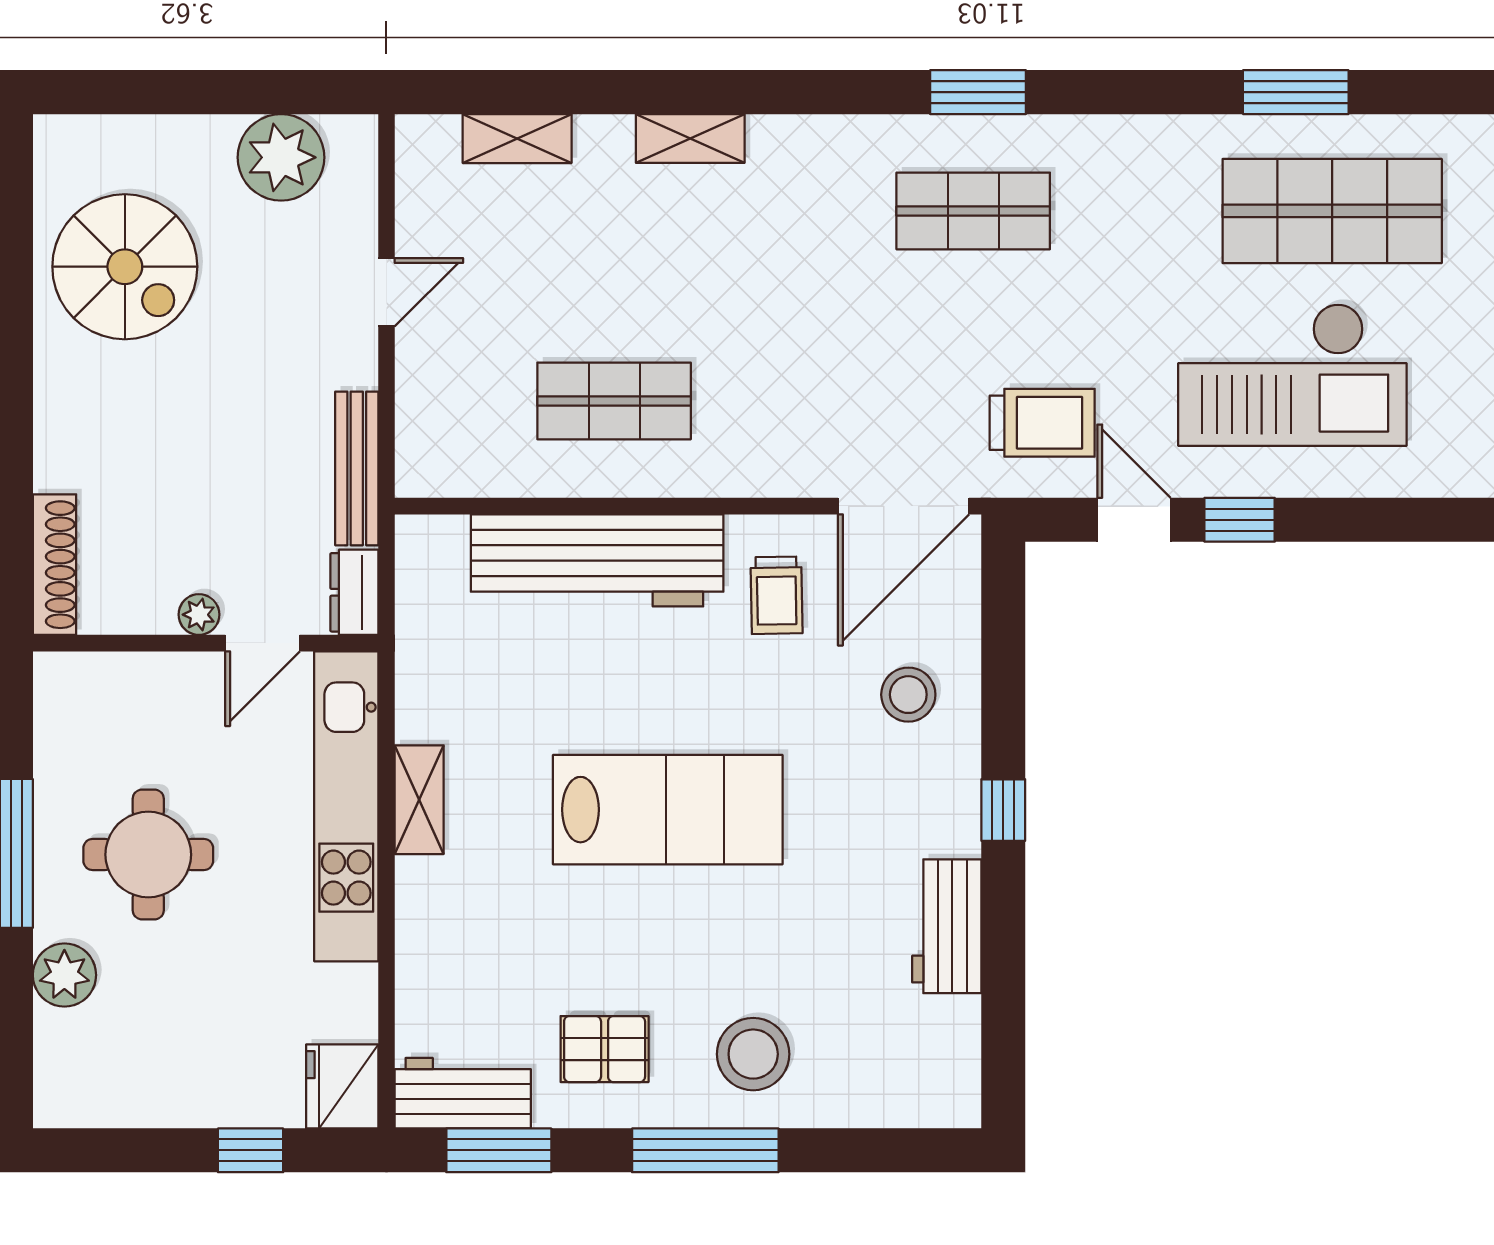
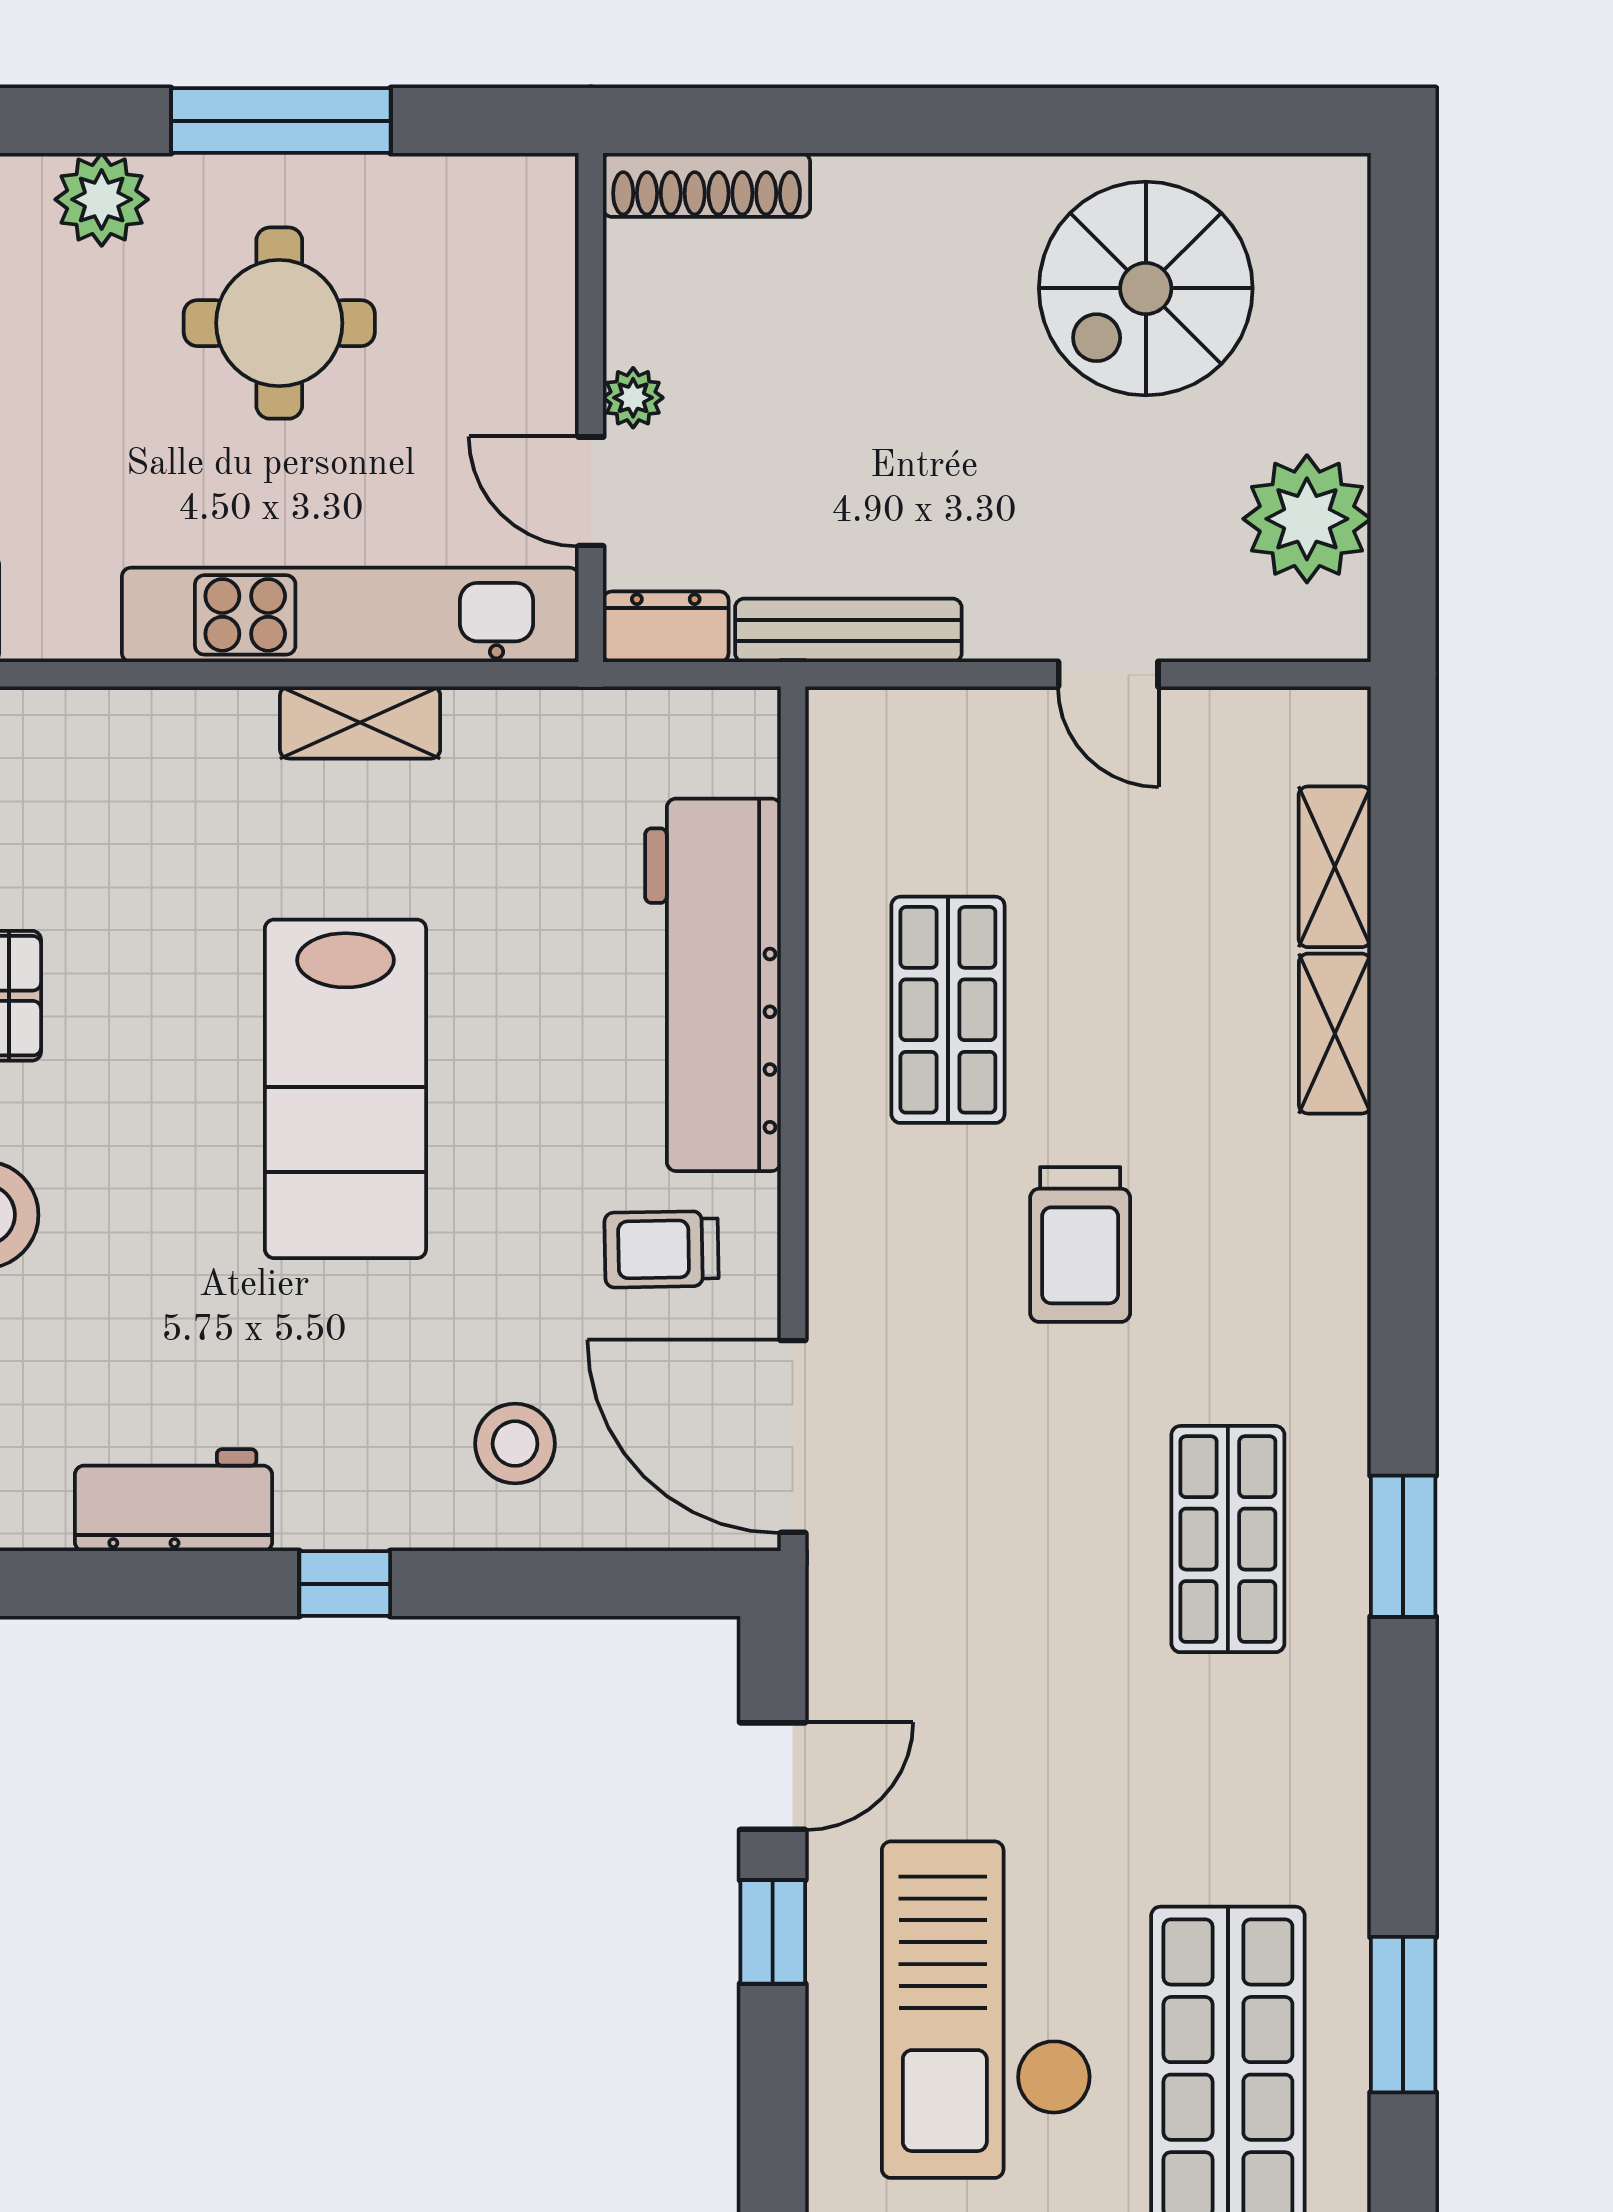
shelving: (690, 138) -> (1335, 1034), moved
trolley: (1042, 423) -> (1080, 1244), moved

